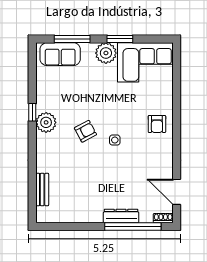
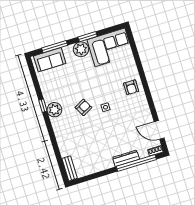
bench: (42, 189) -> (70, 168), moved

